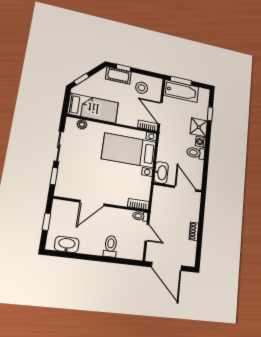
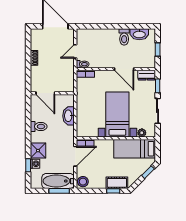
stool: (142, 88) -> (83, 182), moved
door: (160, 113) -> (75, 156), hinge flipped
washing machine: (201, 142) -> (35, 164), moved
bed with nightstands: (129, 150) -> (117, 114), moved, turned -90
washbasin: (161, 173) -> (69, 116), moved
dresser: (66, 191) -> (147, 75), added
door: (92, 203) -> (124, 69), swing flipped
door: (147, 233) -> (75, 51), hinge flipped
toilet: (110, 246) -> (124, 37), moved

